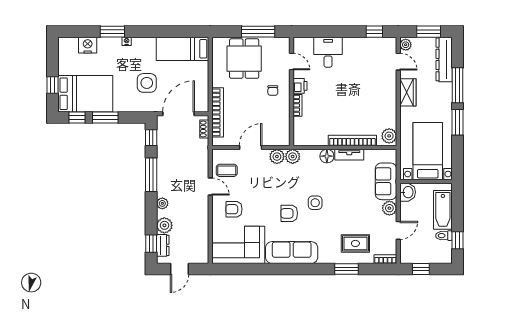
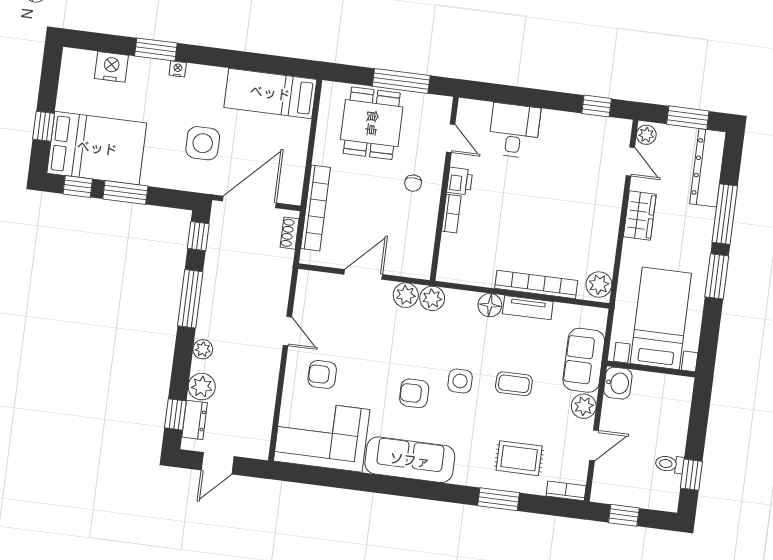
coffee table: (227, 170) -> (514, 384), moved
bathtub: (443, 210) -> (673, 421), removed

